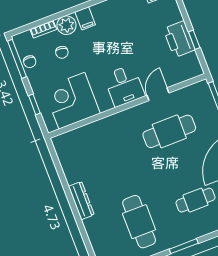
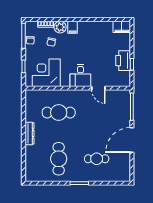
door: (158, 94) -> (98, 88), swing flipped
cafe table: (169, 131) -> (59, 113), moved

